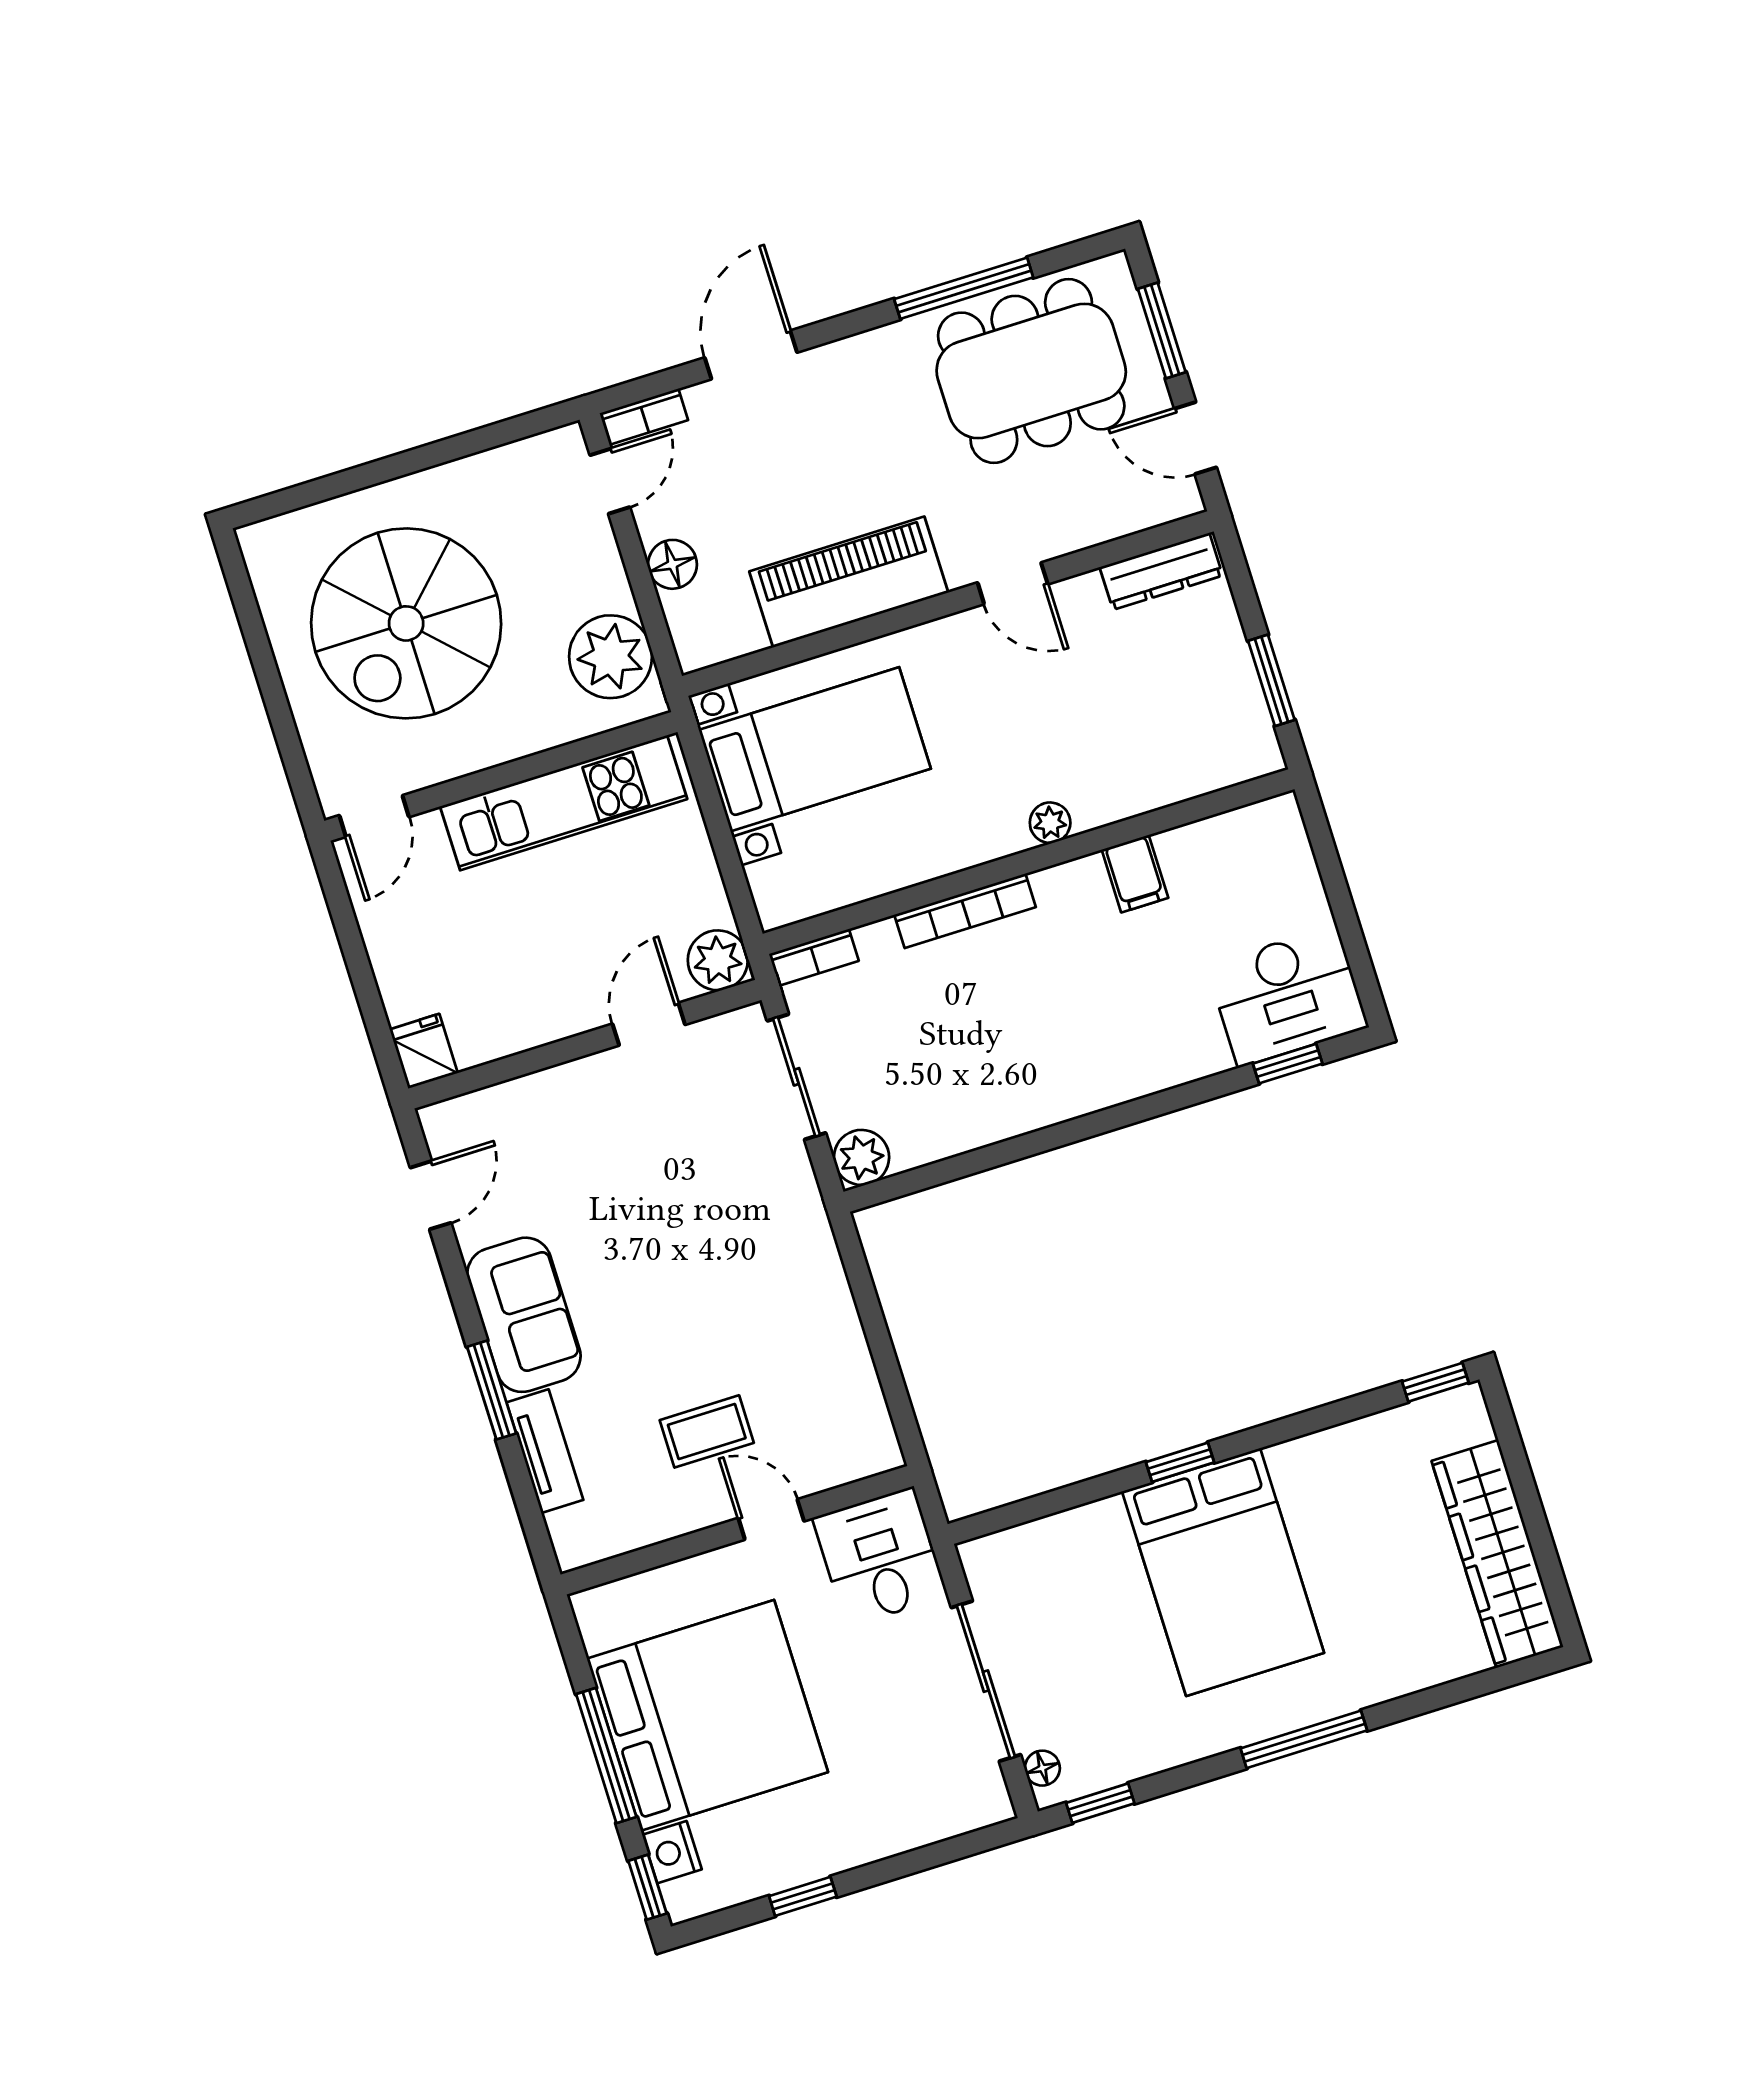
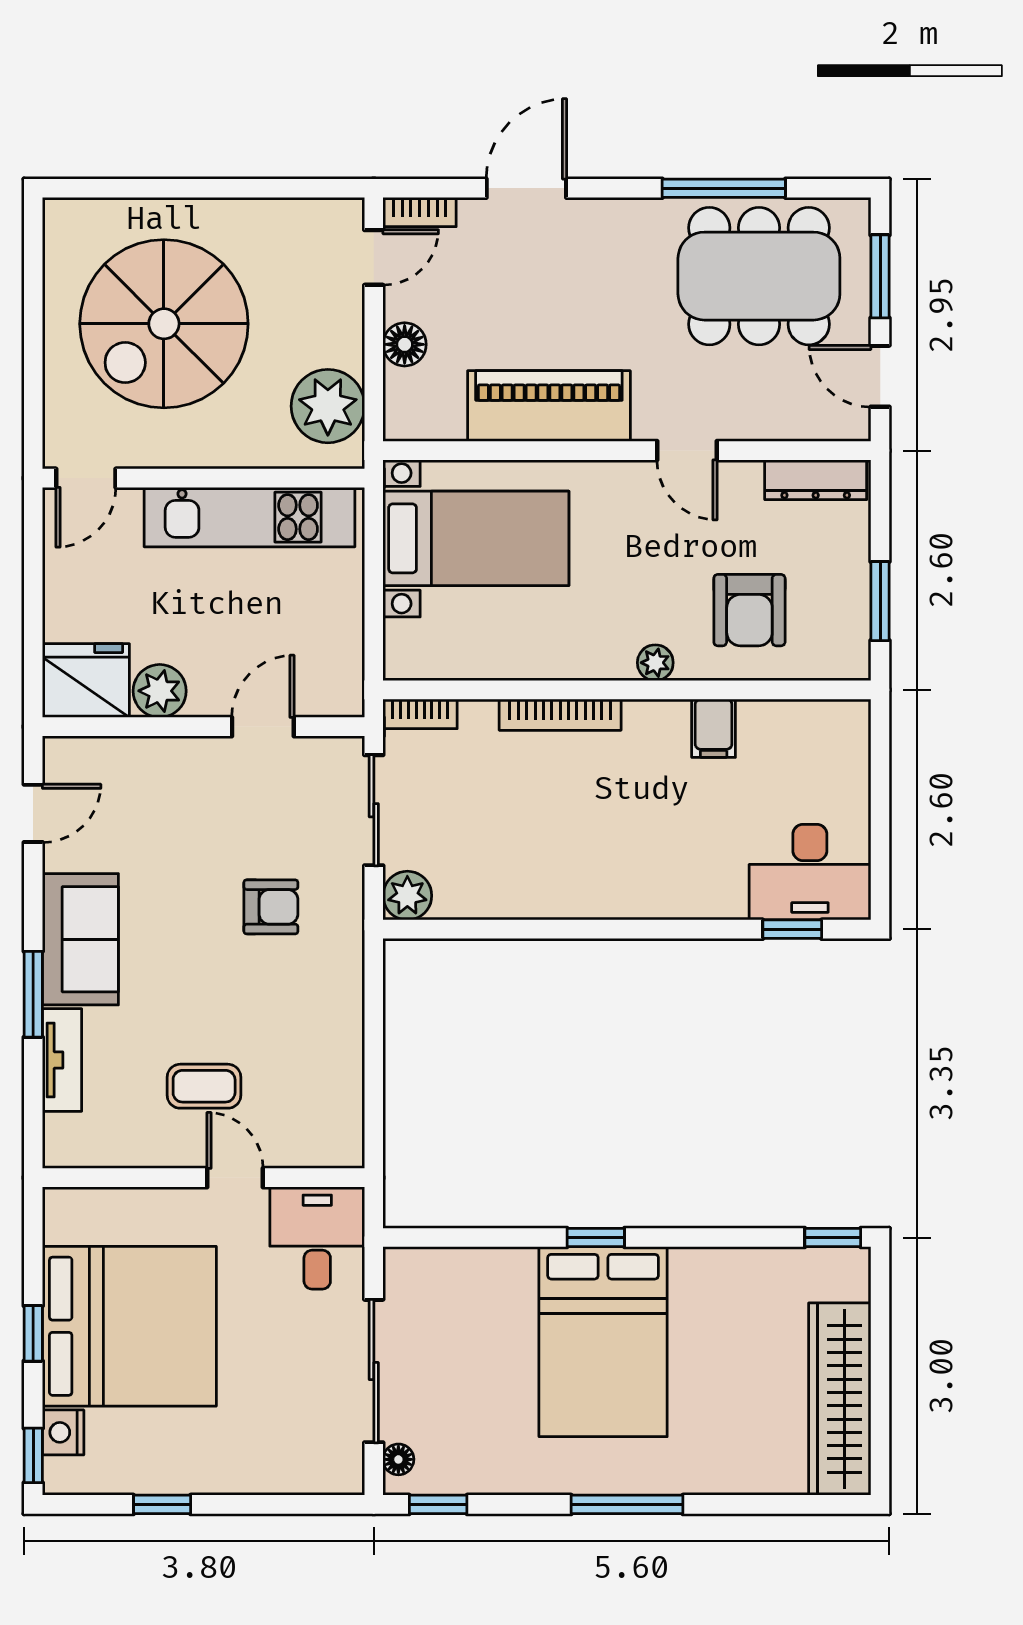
armchair: (1134, 734) -> (749, 610), added
plant: (718, 960) -> (160, 691), moved
fridge: (424, 1051) -> (86, 681), width x1.88, depth x1.34
armchair: (718, 1216) -> (271, 907), added
window: (606, 1756) -> (33, 1333), width x0.46

